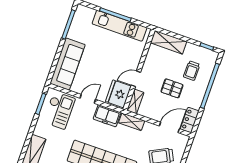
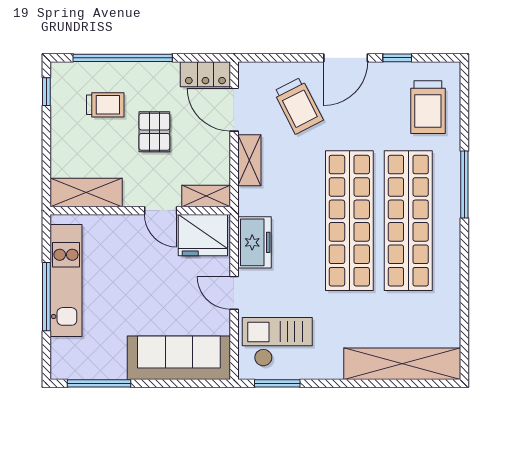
shelving: (169, 42) -> (86, 192), moved, turned 90
shelving: (132, 122) -> (249, 160), moved

